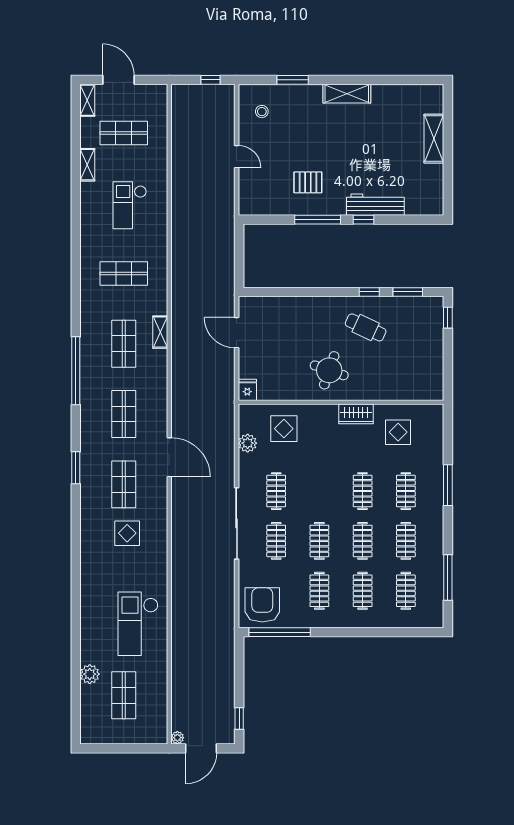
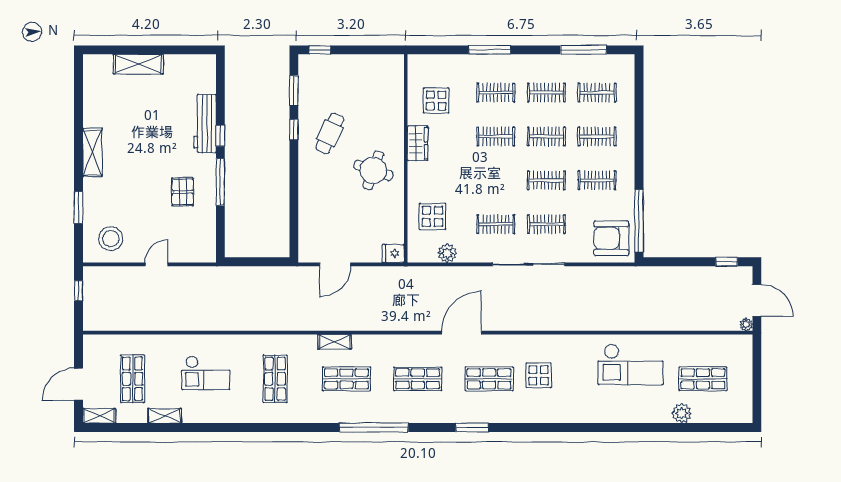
stool: (262, 112) -> (111, 239), width x1.89, depth x1.89

